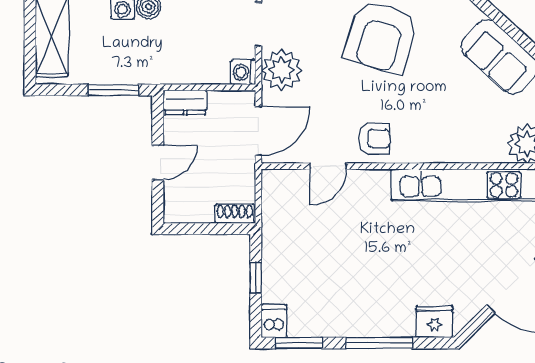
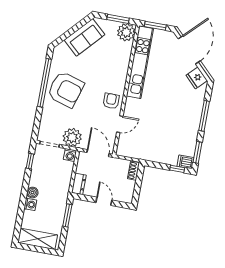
door: (329, 166) -> (120, 124), hinge flipped
window: (256, 278) -> (177, 169), moved
fridge: (434, 322) -> (197, 78), moved, turned -45

